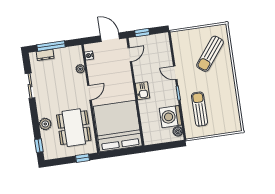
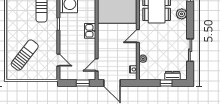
window: (51, 46) -> (166, 83), width x0.46
door: (175, 73) -> (58, 60), moved

